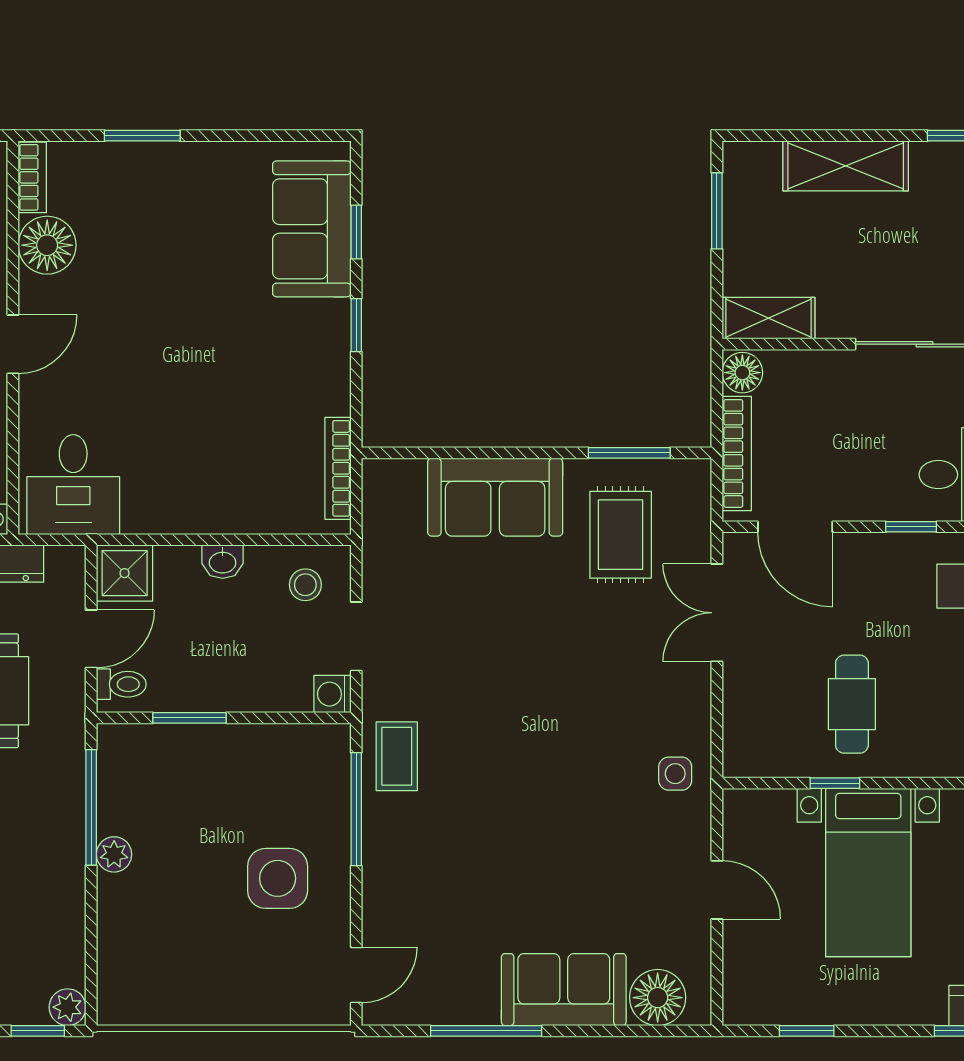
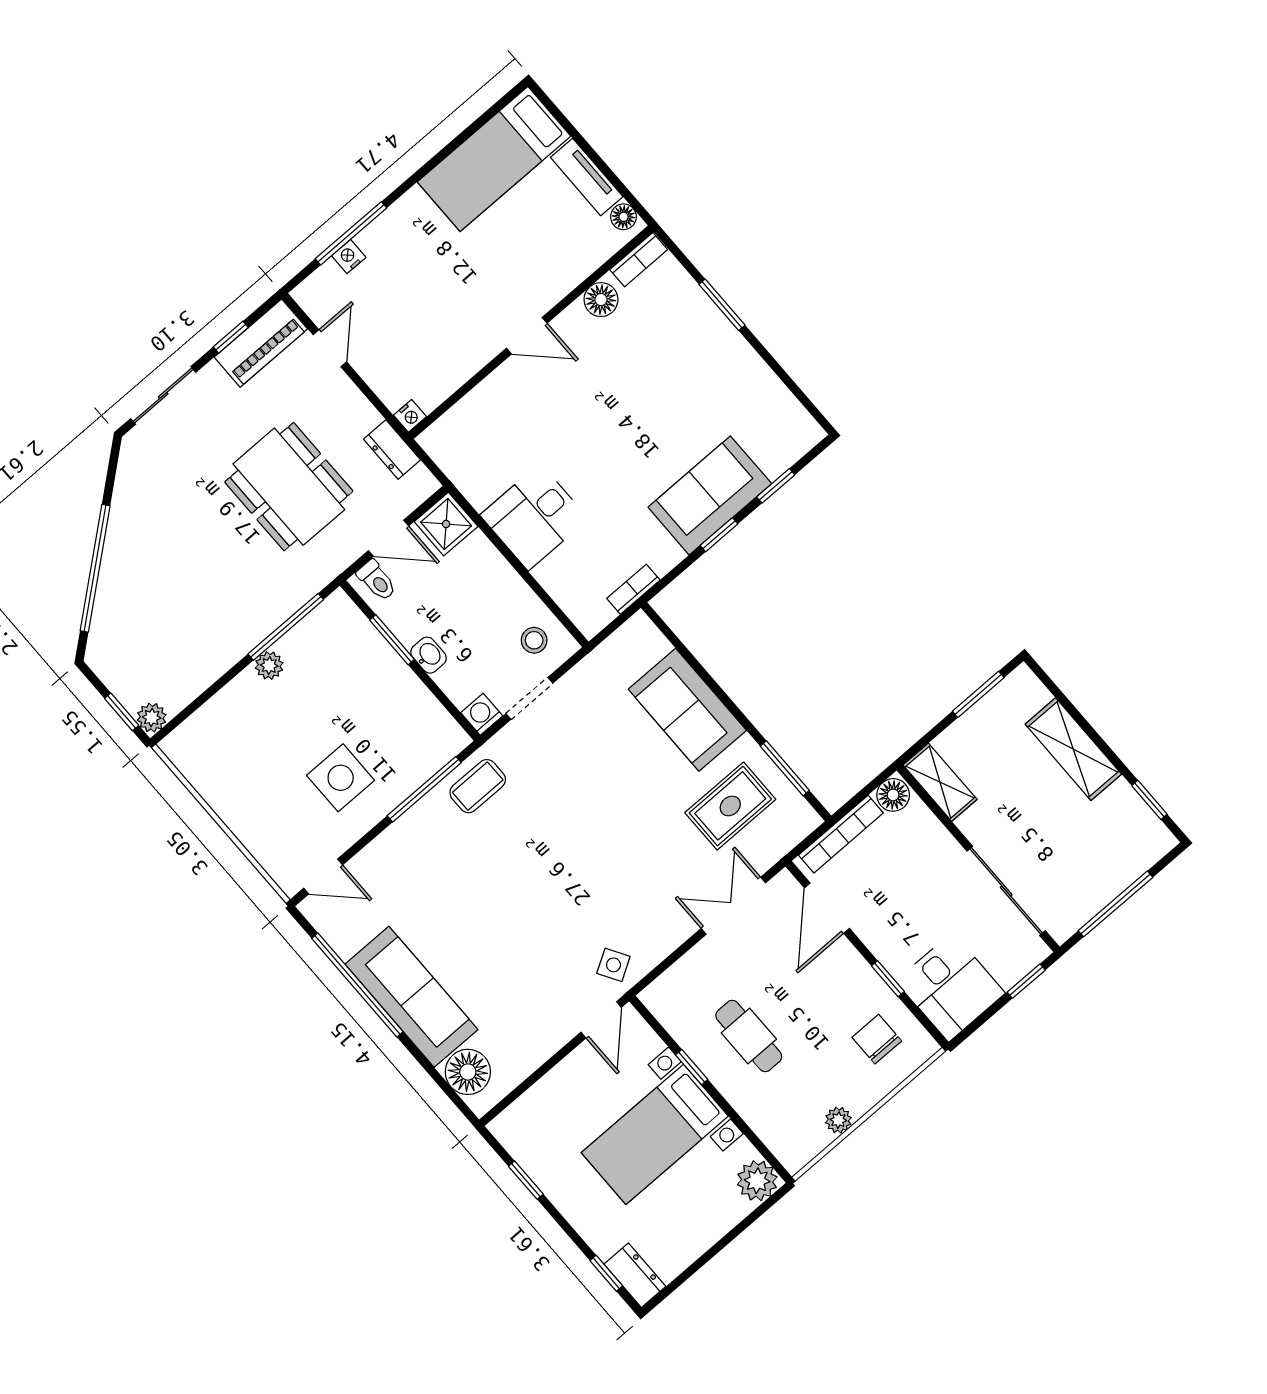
sofa: (312, 229) -> (710, 495), moved
floor lamp: (47, 245) -> (601, 300), width x0.73, depth x0.73
bookcase: (338, 468) -> (633, 589), width x0.64
desk: (73, 485) -> (534, 517), moved
washbasin: (223, 562) -> (429, 655), moved, turned 180
cafe table: (852, 704) -> (749, 1036), turned 90
side table: (675, 774) -> (613, 965), turned -31
door: (717, 890) -> (601, 1020), moved
sofa: (564, 990) -> (412, 997), width x1.36
window: (486, 1031) -> (357, 985), width x1.46

